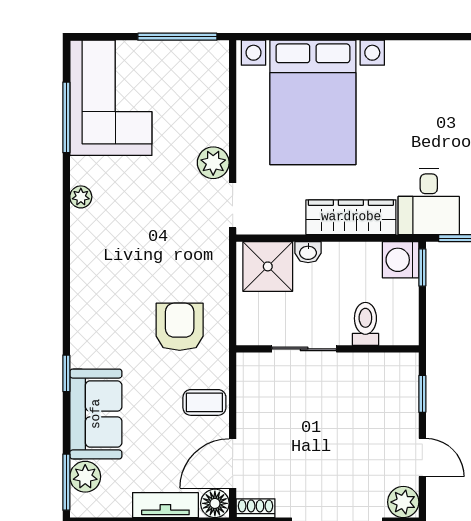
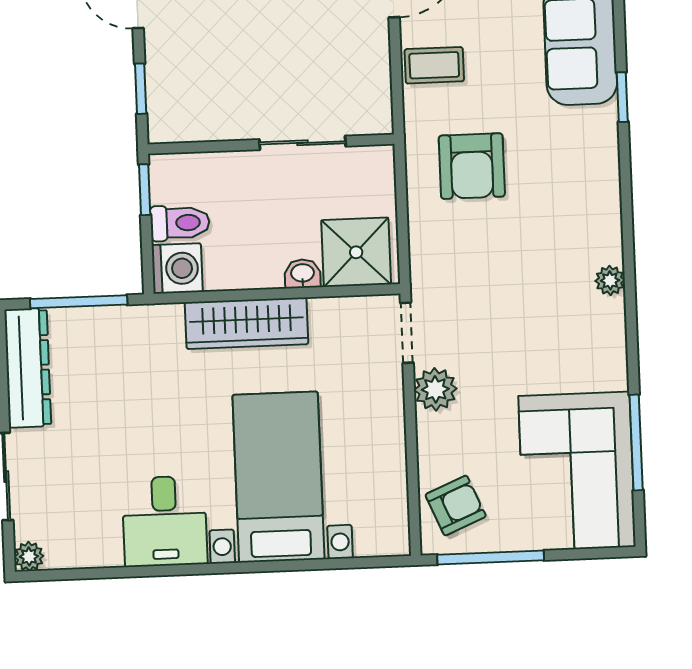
armchair: (202, 76) -> (456, 506), added
bed with nightstands: (313, 102) -> (278, 477), width x0.73
plant: (81, 197) -> (610, 280), moved
desk: (429, 202) -> (165, 521), moved, turned 180
window: (422, 267) -> (145, 190), moved
toilet: (365, 324) -> (180, 223), moved, turned -90

